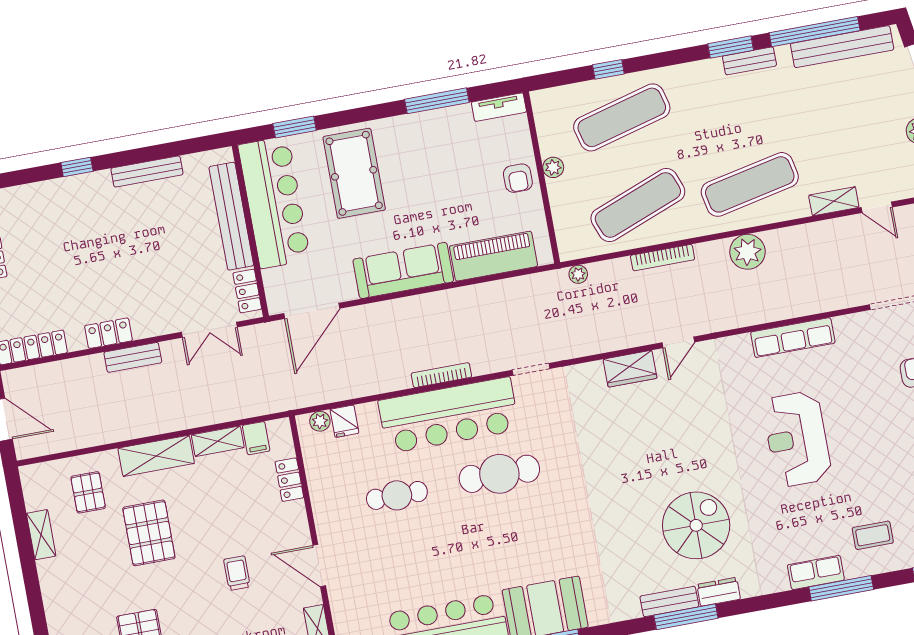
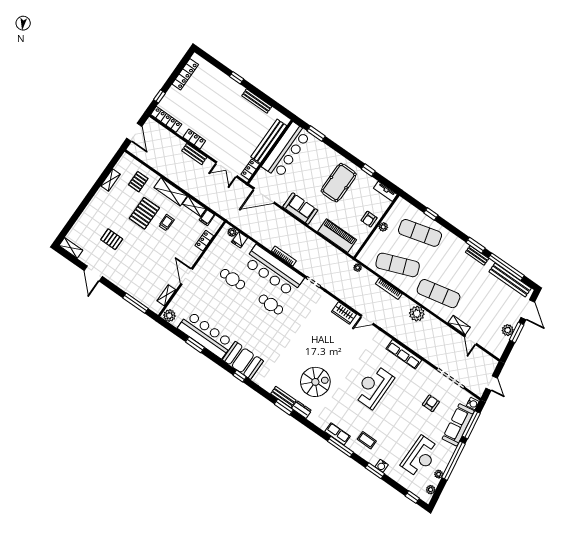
window: (437, 101) -> (368, 170), width x0.46
pool table: (354, 173) -> (339, 183), moved
sofa: (403, 270) -> (300, 209), width x0.73
cafe table: (499, 474) -> (271, 305), width x0.73, depth x0.74
trolley: (237, 573) -> (166, 223), moved
window: (686, 617) -> (284, 407), width x0.69

